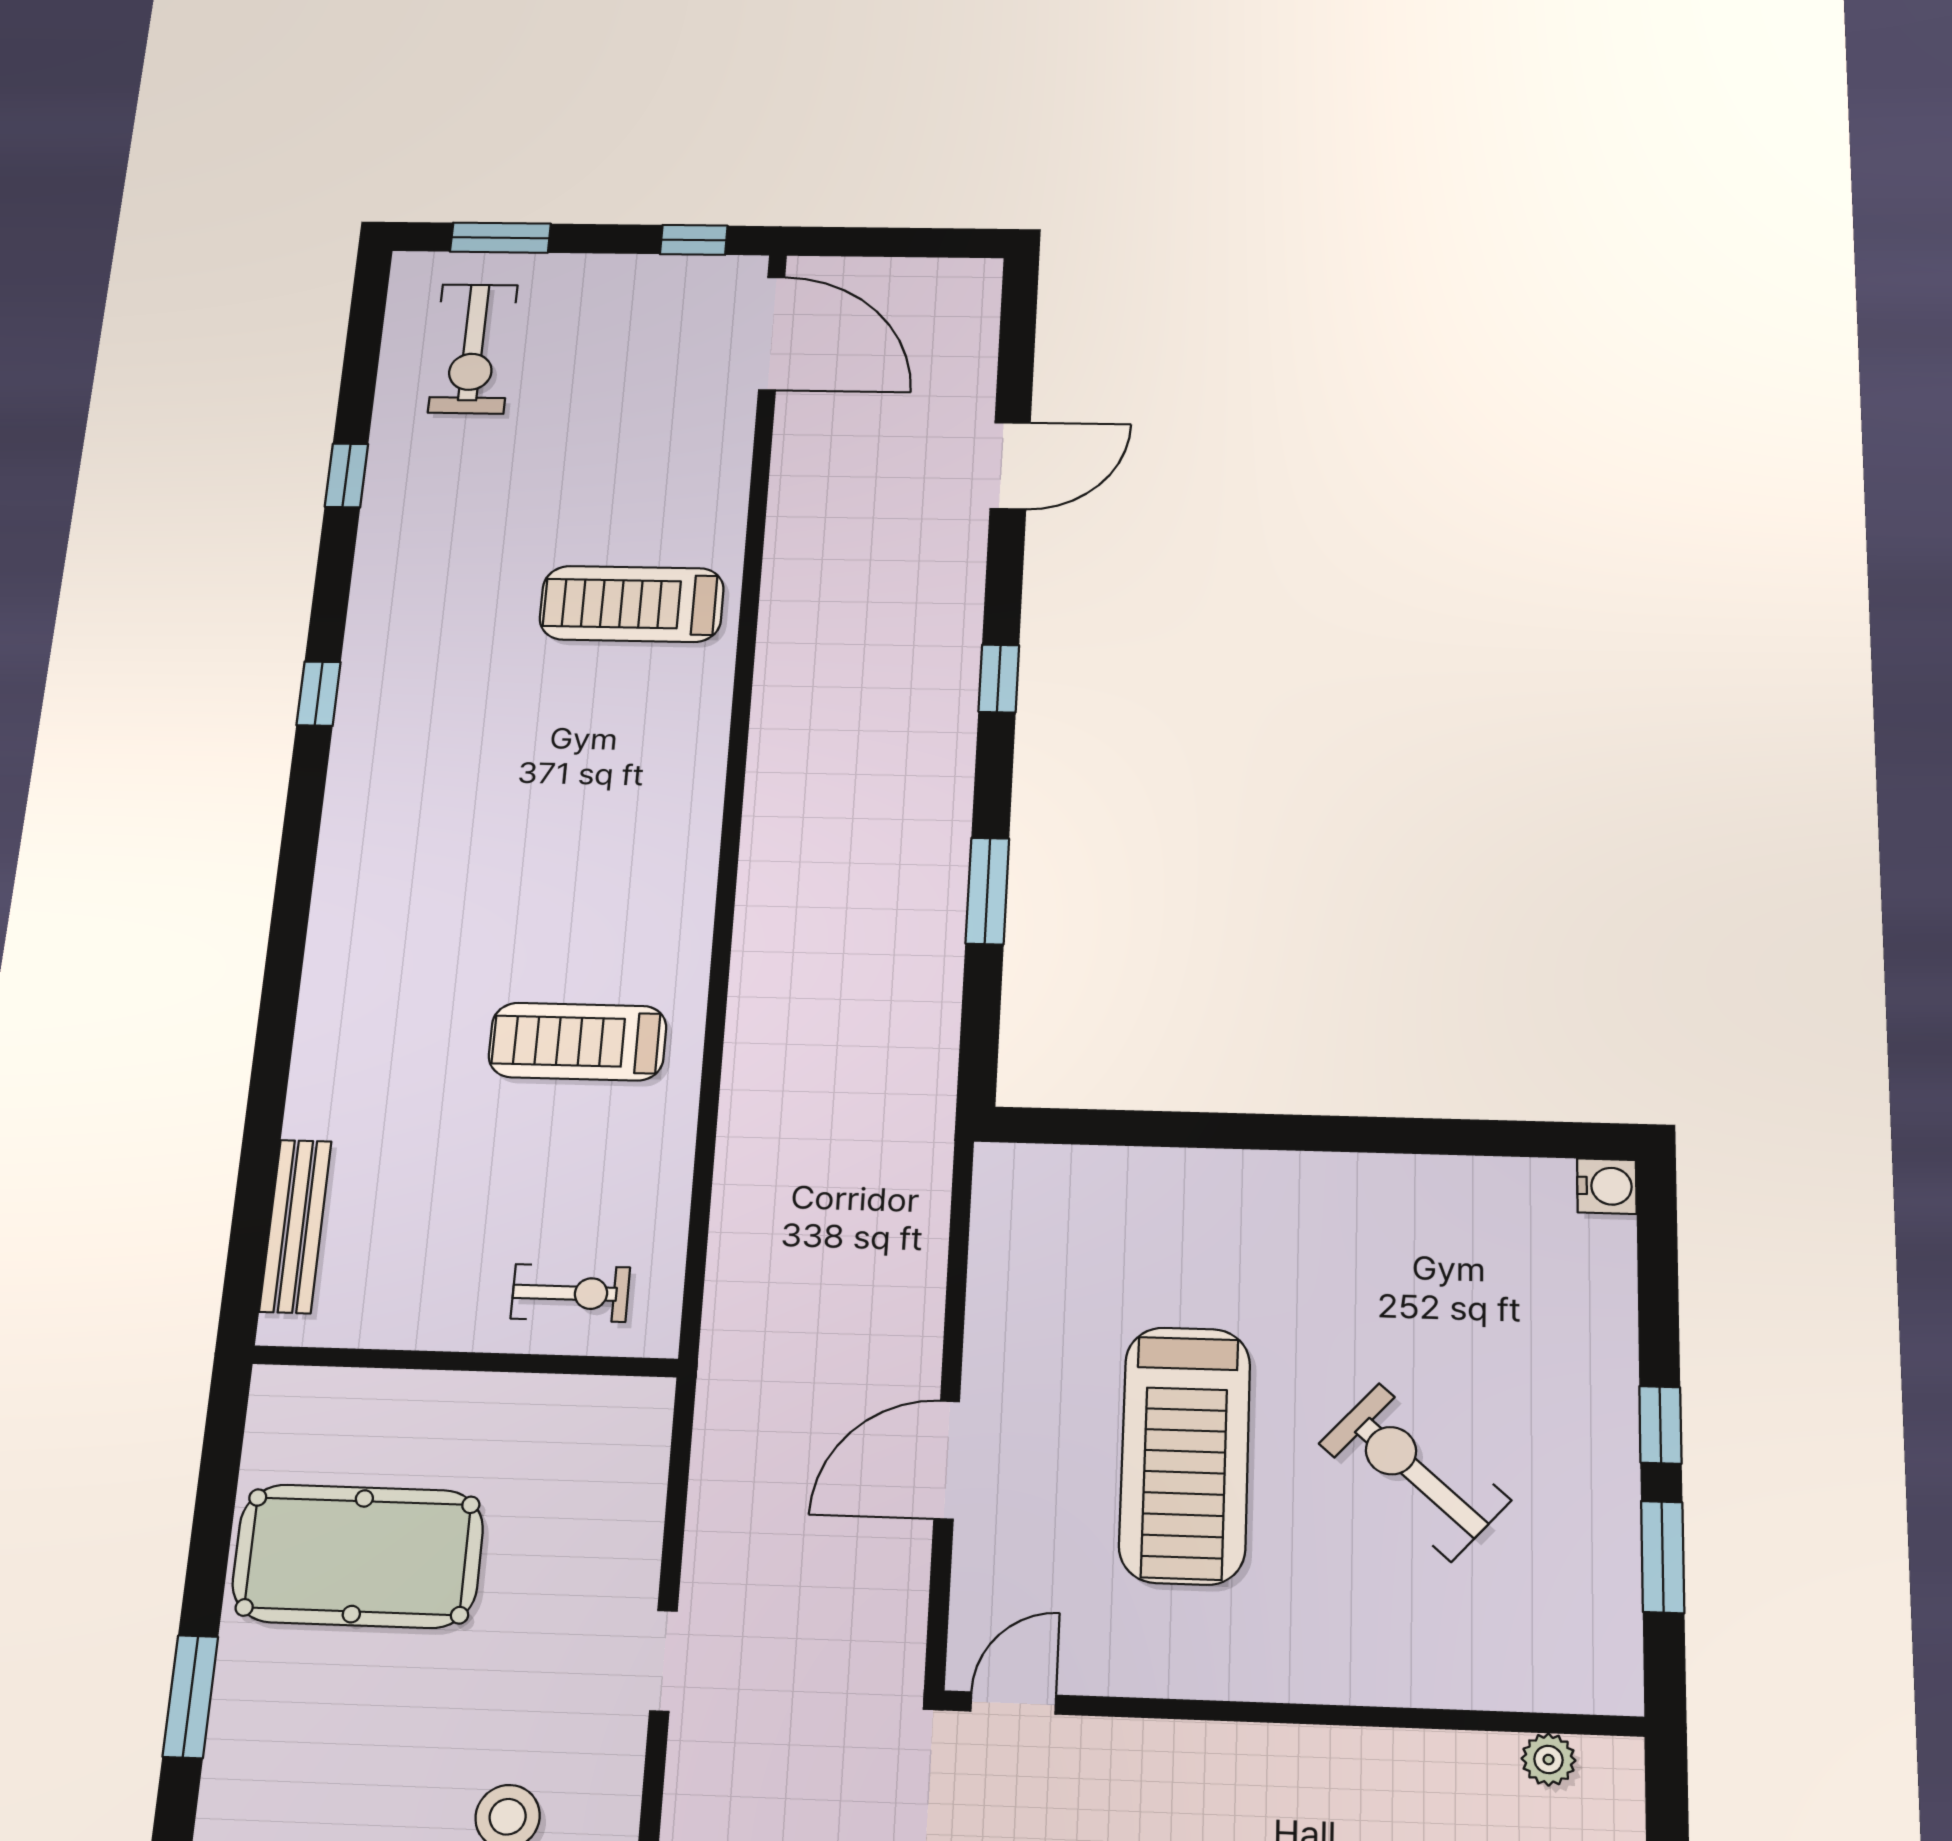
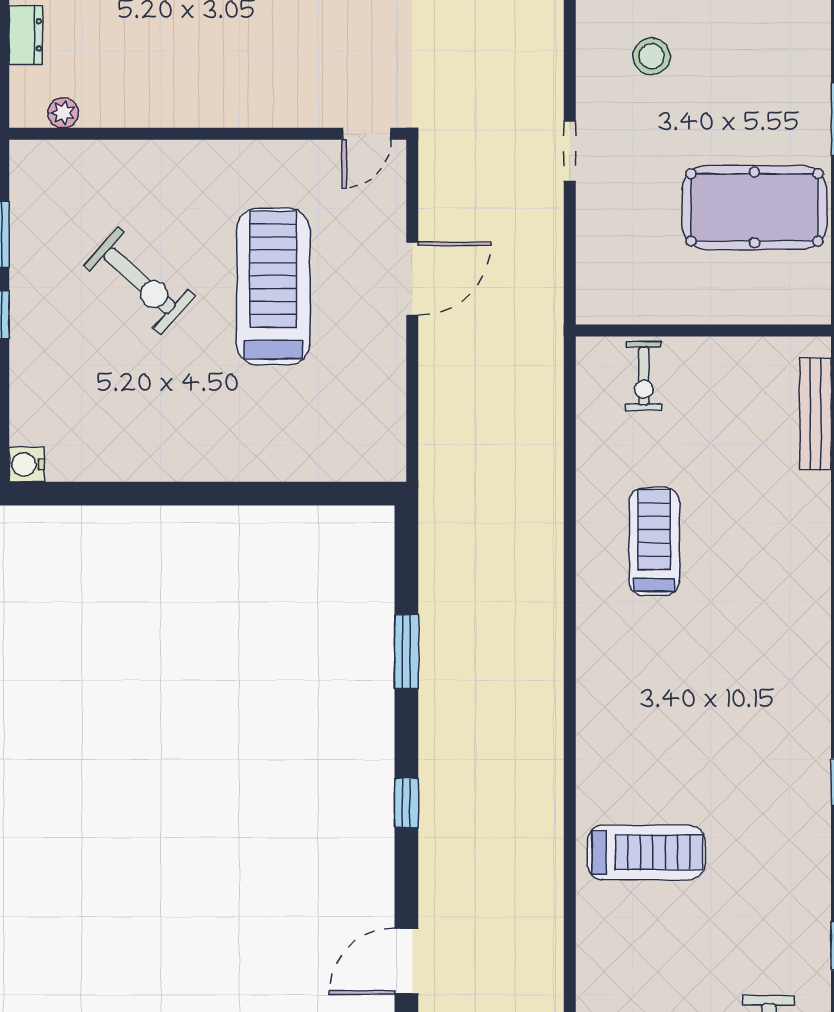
treadmill: (577, 1042) -> (654, 542), turned -90
exercise bike: (570, 1293) -> (644, 376), turned -90

